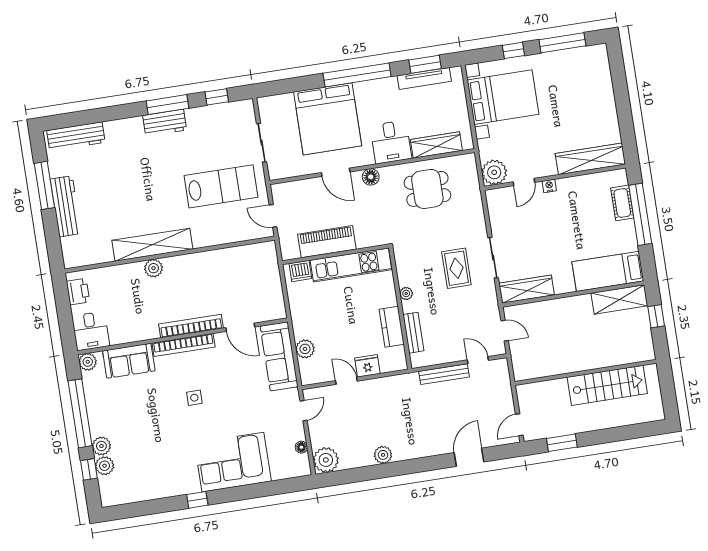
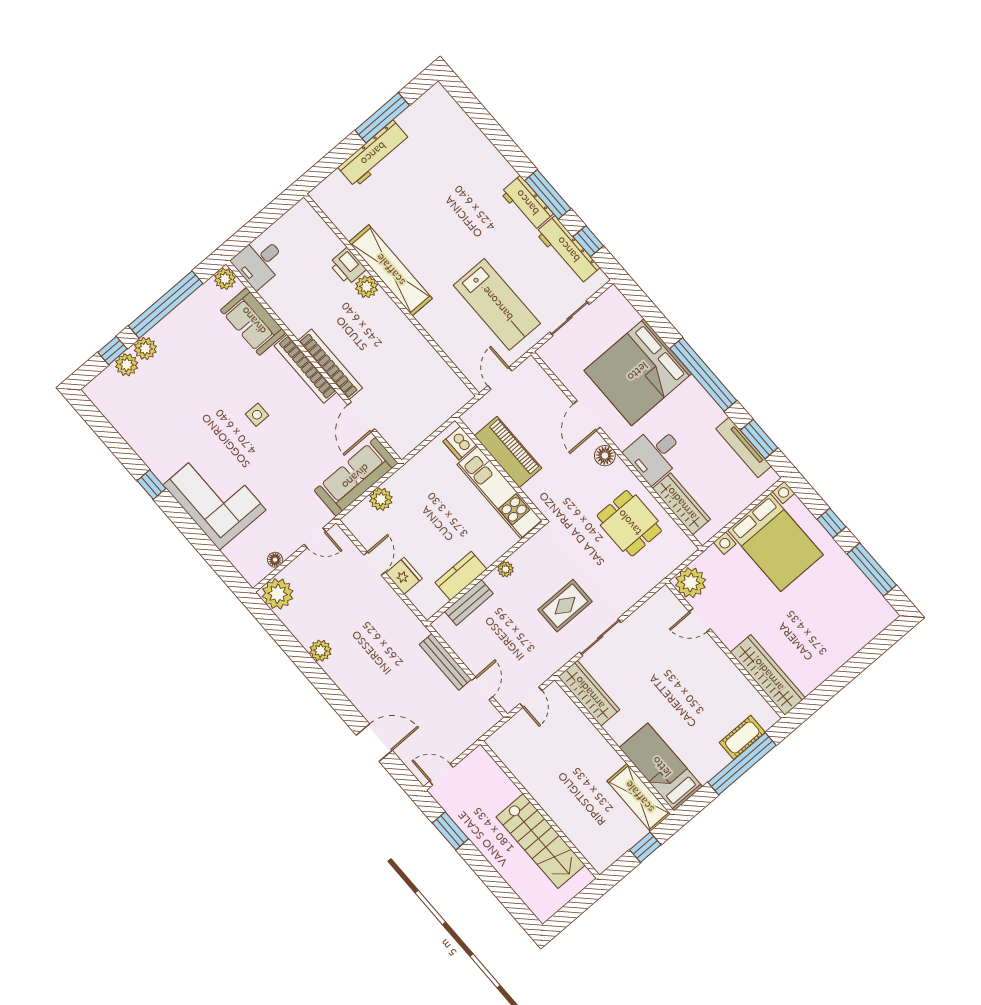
workbench: (76, 136) -> (568, 250), moved
nightstand: (549, 186) -> (712, 649), removed
printer: (78, 292) -> (347, 266), moved, turned 90

